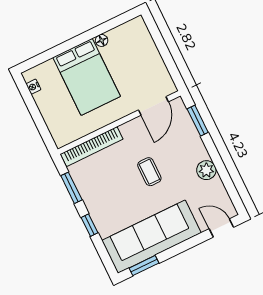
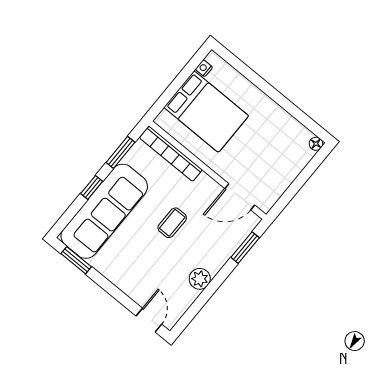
floor lamp: (102, 40) -> (316, 144), moved
bed: (87, 77) -> (206, 112), moved, turned -90
sofa: (152, 237) -> (104, 211), moved, turned 90

